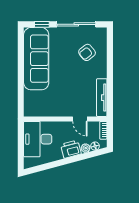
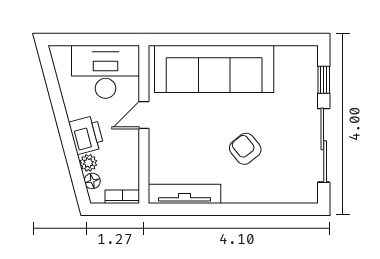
armchair: (87, 52) -> (245, 149), moved
sofa: (36, 59) -> (214, 69), moved
door: (80, 119) -> (144, 115), moved

